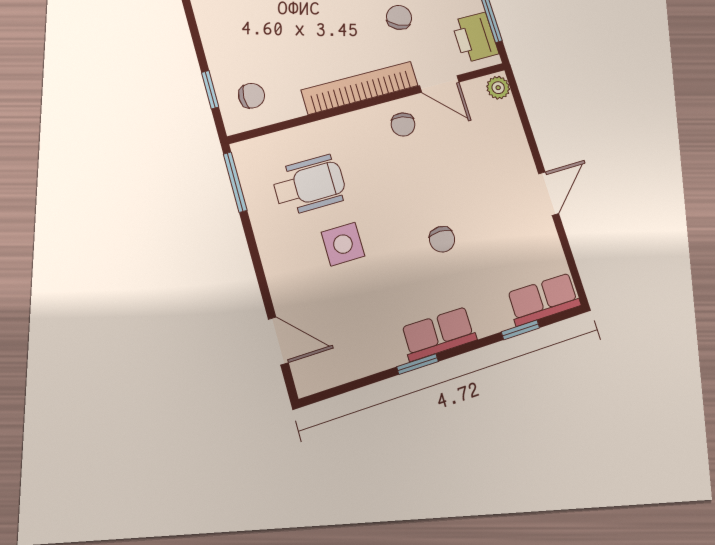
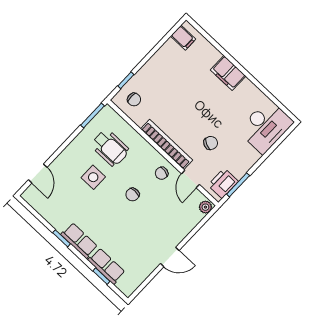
chair: (442, 239) -> (133, 194), moved
row of seats: (544, 299) -> (106, 266), moved

